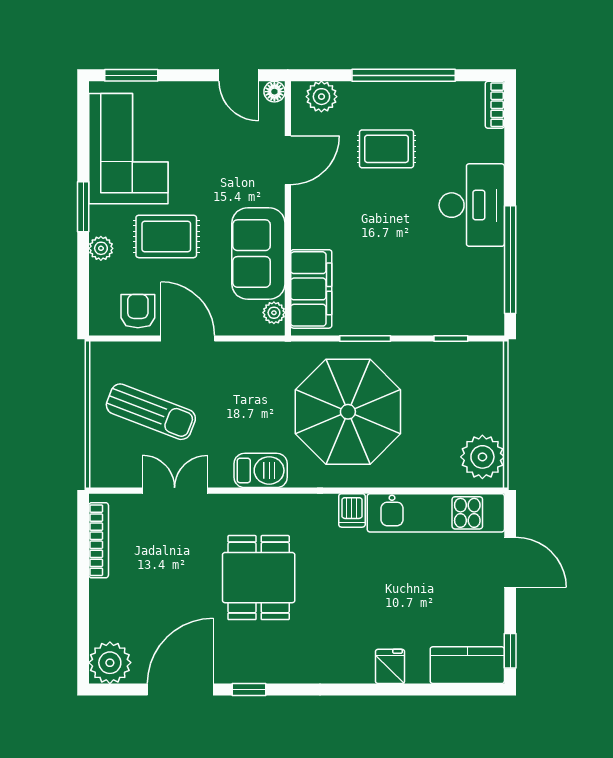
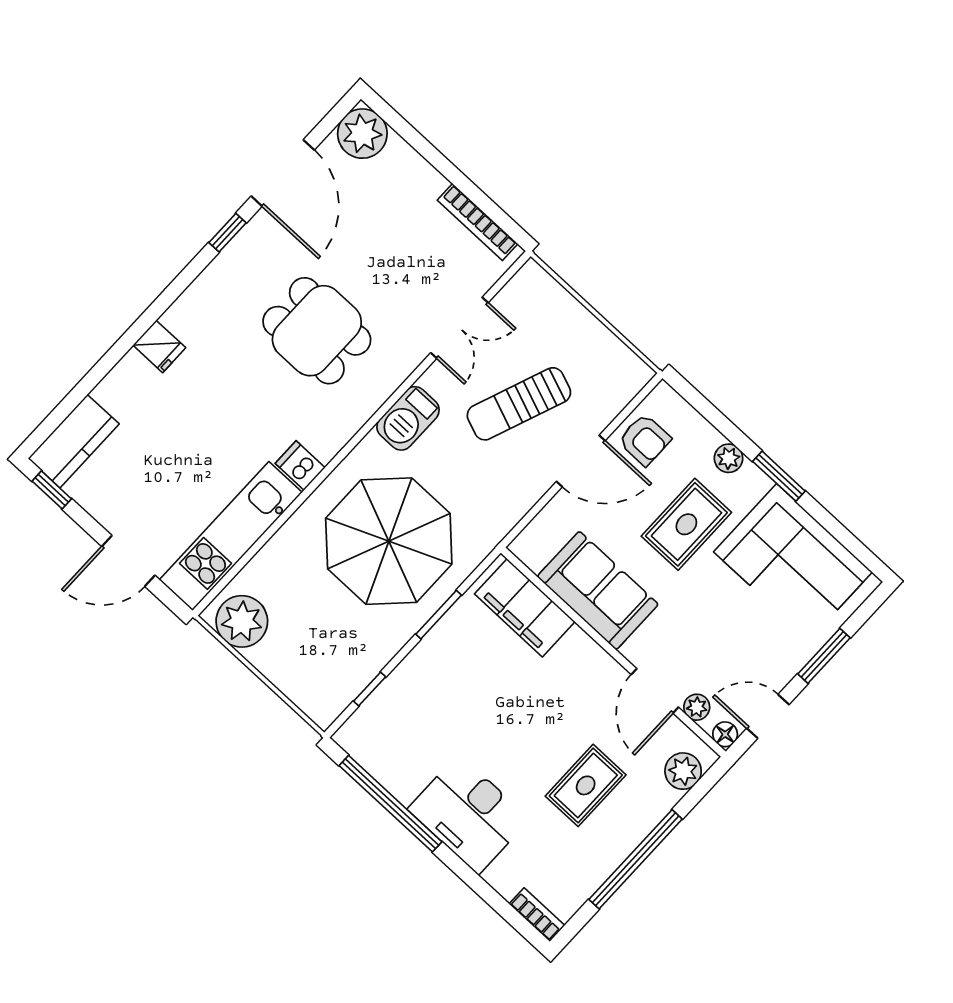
window: (131, 75) -> (824, 656), moved
plant: (274, 313) -> (697, 707), moved
sun lounger: (151, 412) -> (519, 404), moved
fridge: (390, 666) -> (159, 346), moved

